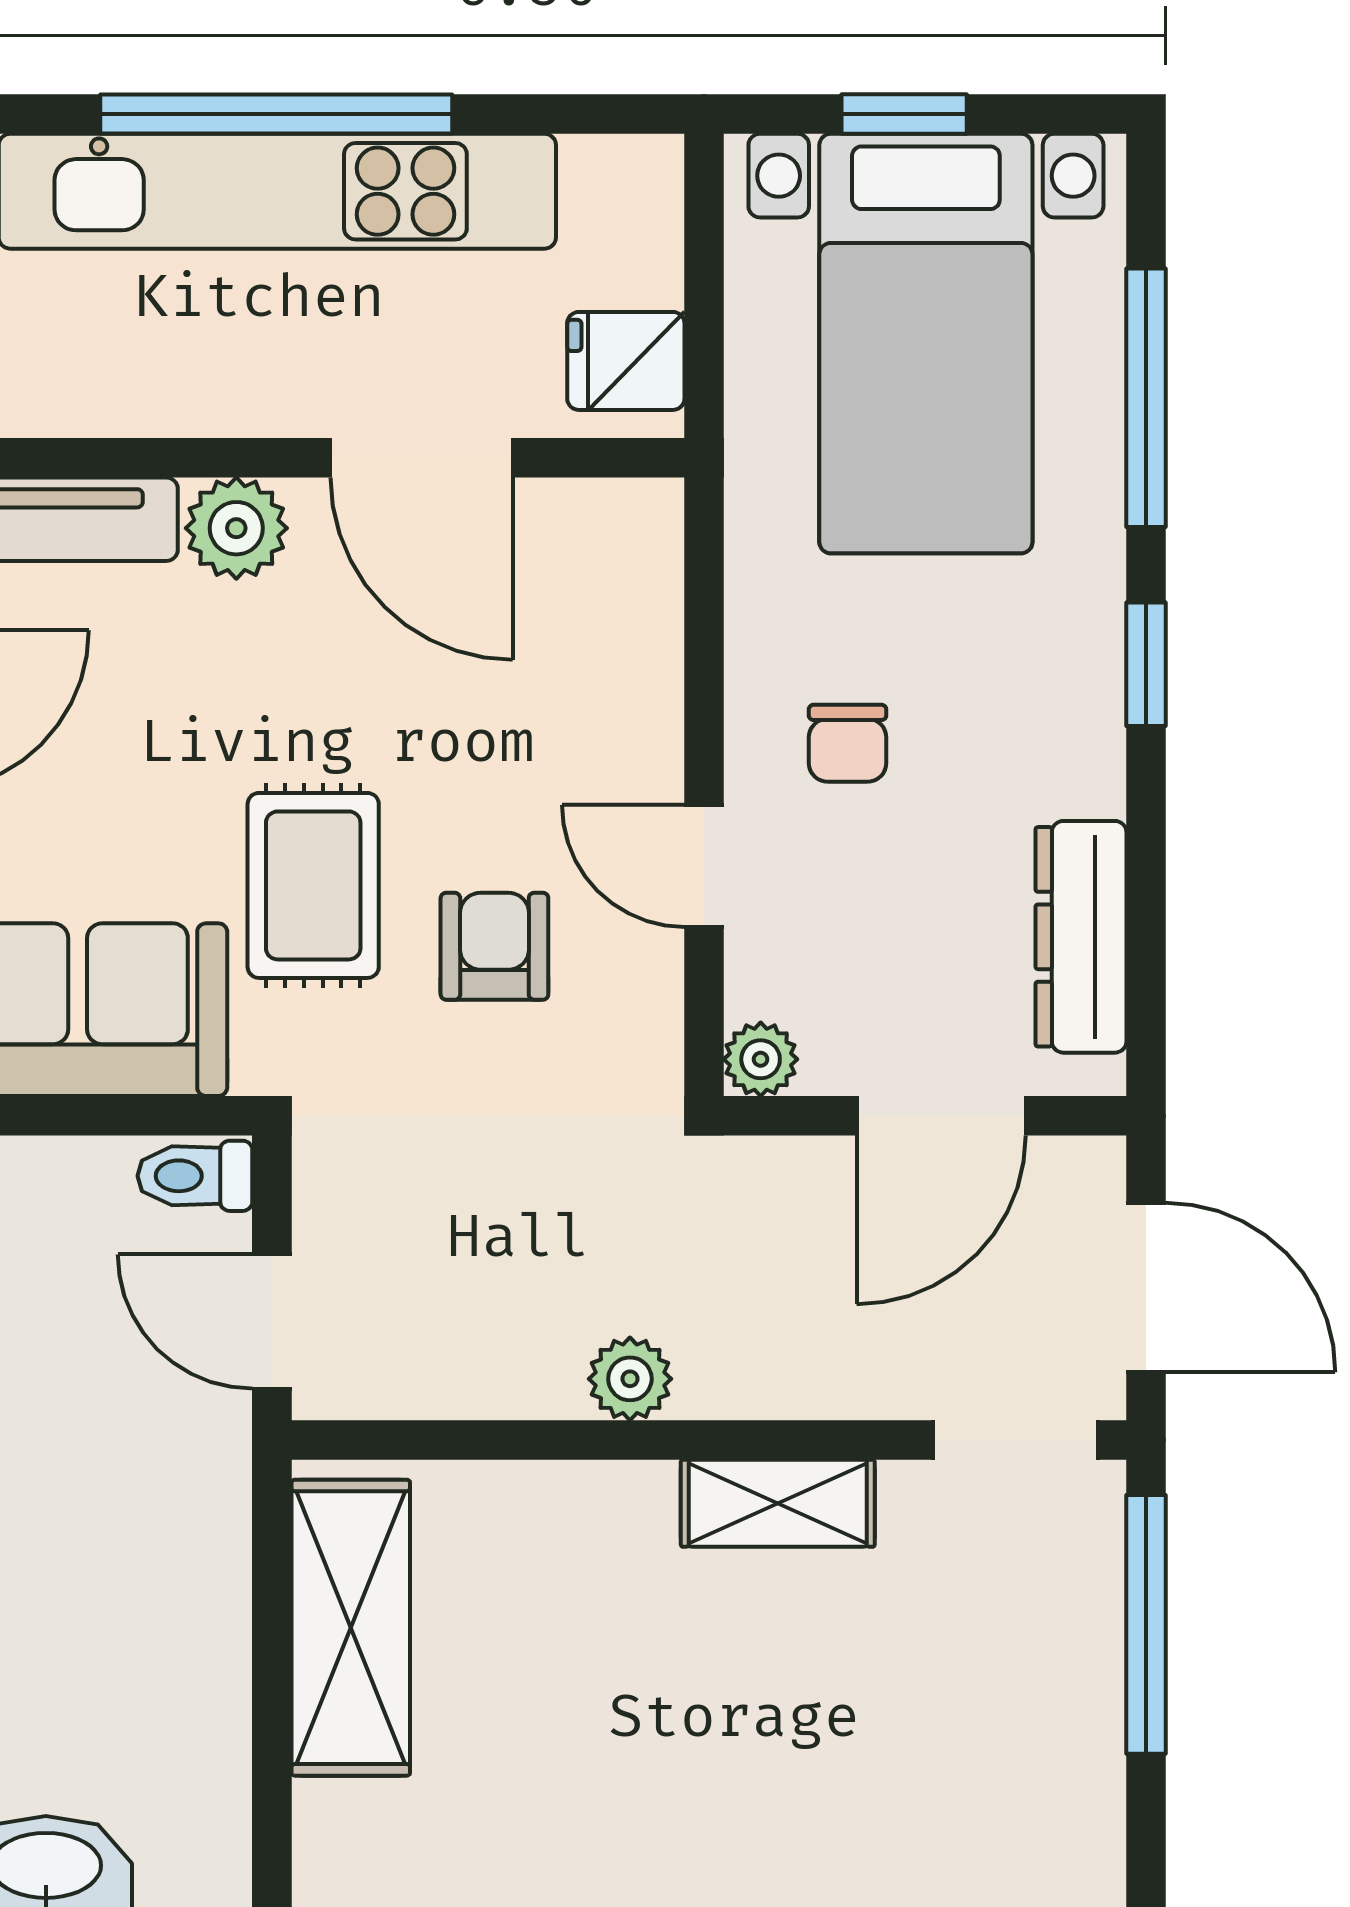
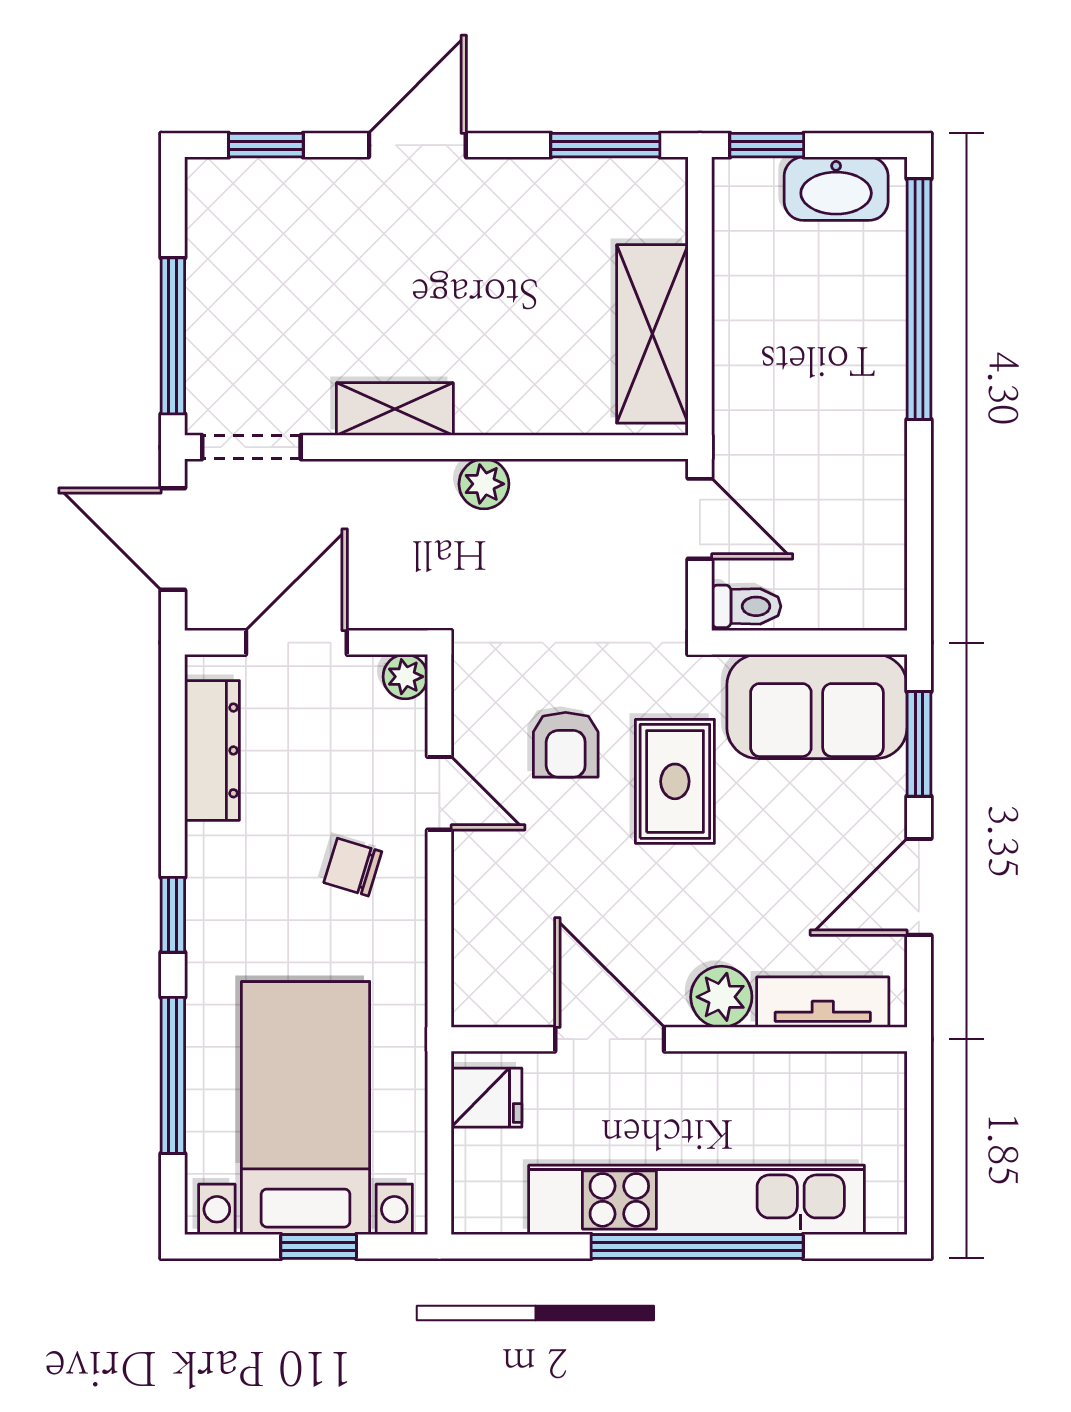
chair: (848, 743) -> (353, 867), turned -73

